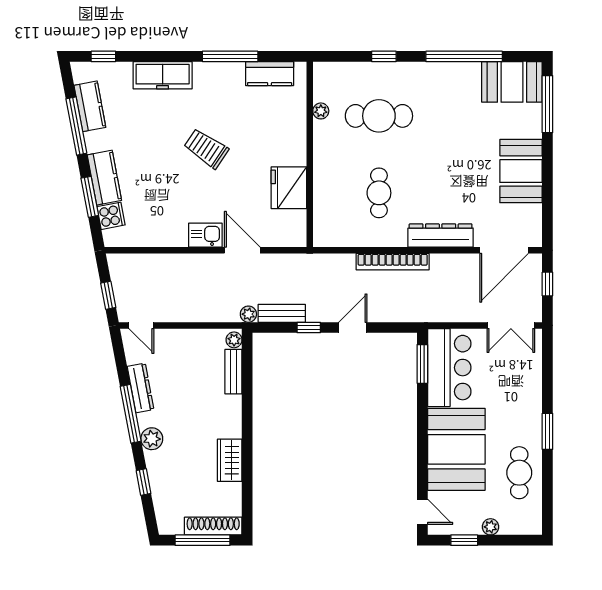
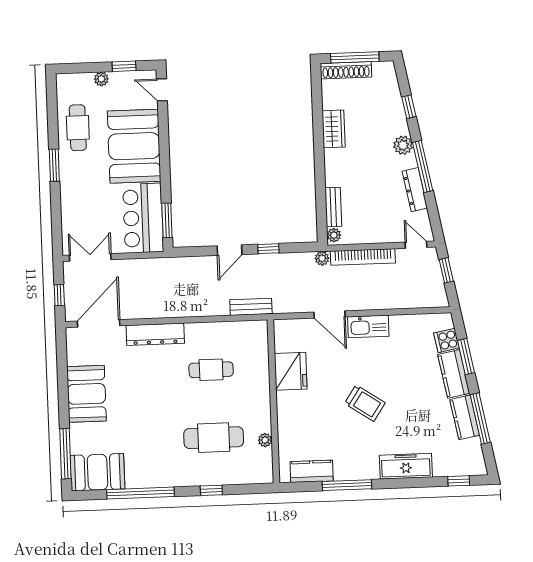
kitchen counter: (90, 106) -> (465, 417), moved
cafe table: (379, 193) -> (211, 370), turned 90
kitchen sink: (205, 235) -> (368, 326), width x1.38
bookcase: (393, 262) -> (363, 257), moved, turned 180
bench: (282, 313) -> (251, 307), moved

